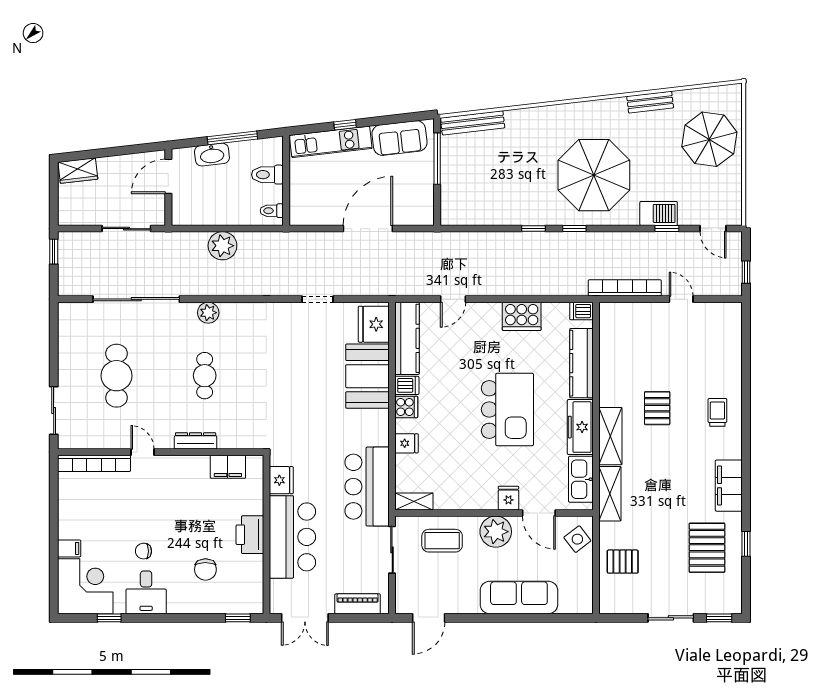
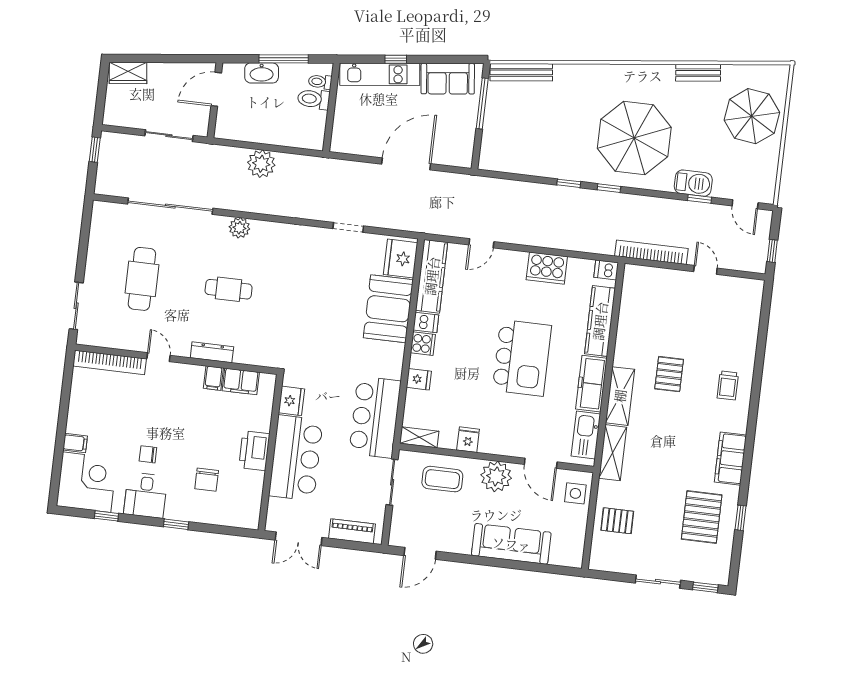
toilet: (272, 211) -> (320, 82), moved
cafe table: (205, 376) -> (229, 289), turned 90
trolley: (717, 412) -> (728, 385), turned 180
filing cabinet: (200, 467) -> (213, 378), added
fridge: (508, 498) -> (468, 440), moved
side table: (577, 539) -> (575, 493), turned 38
window: (238, 618) -> (176, 524), moved

